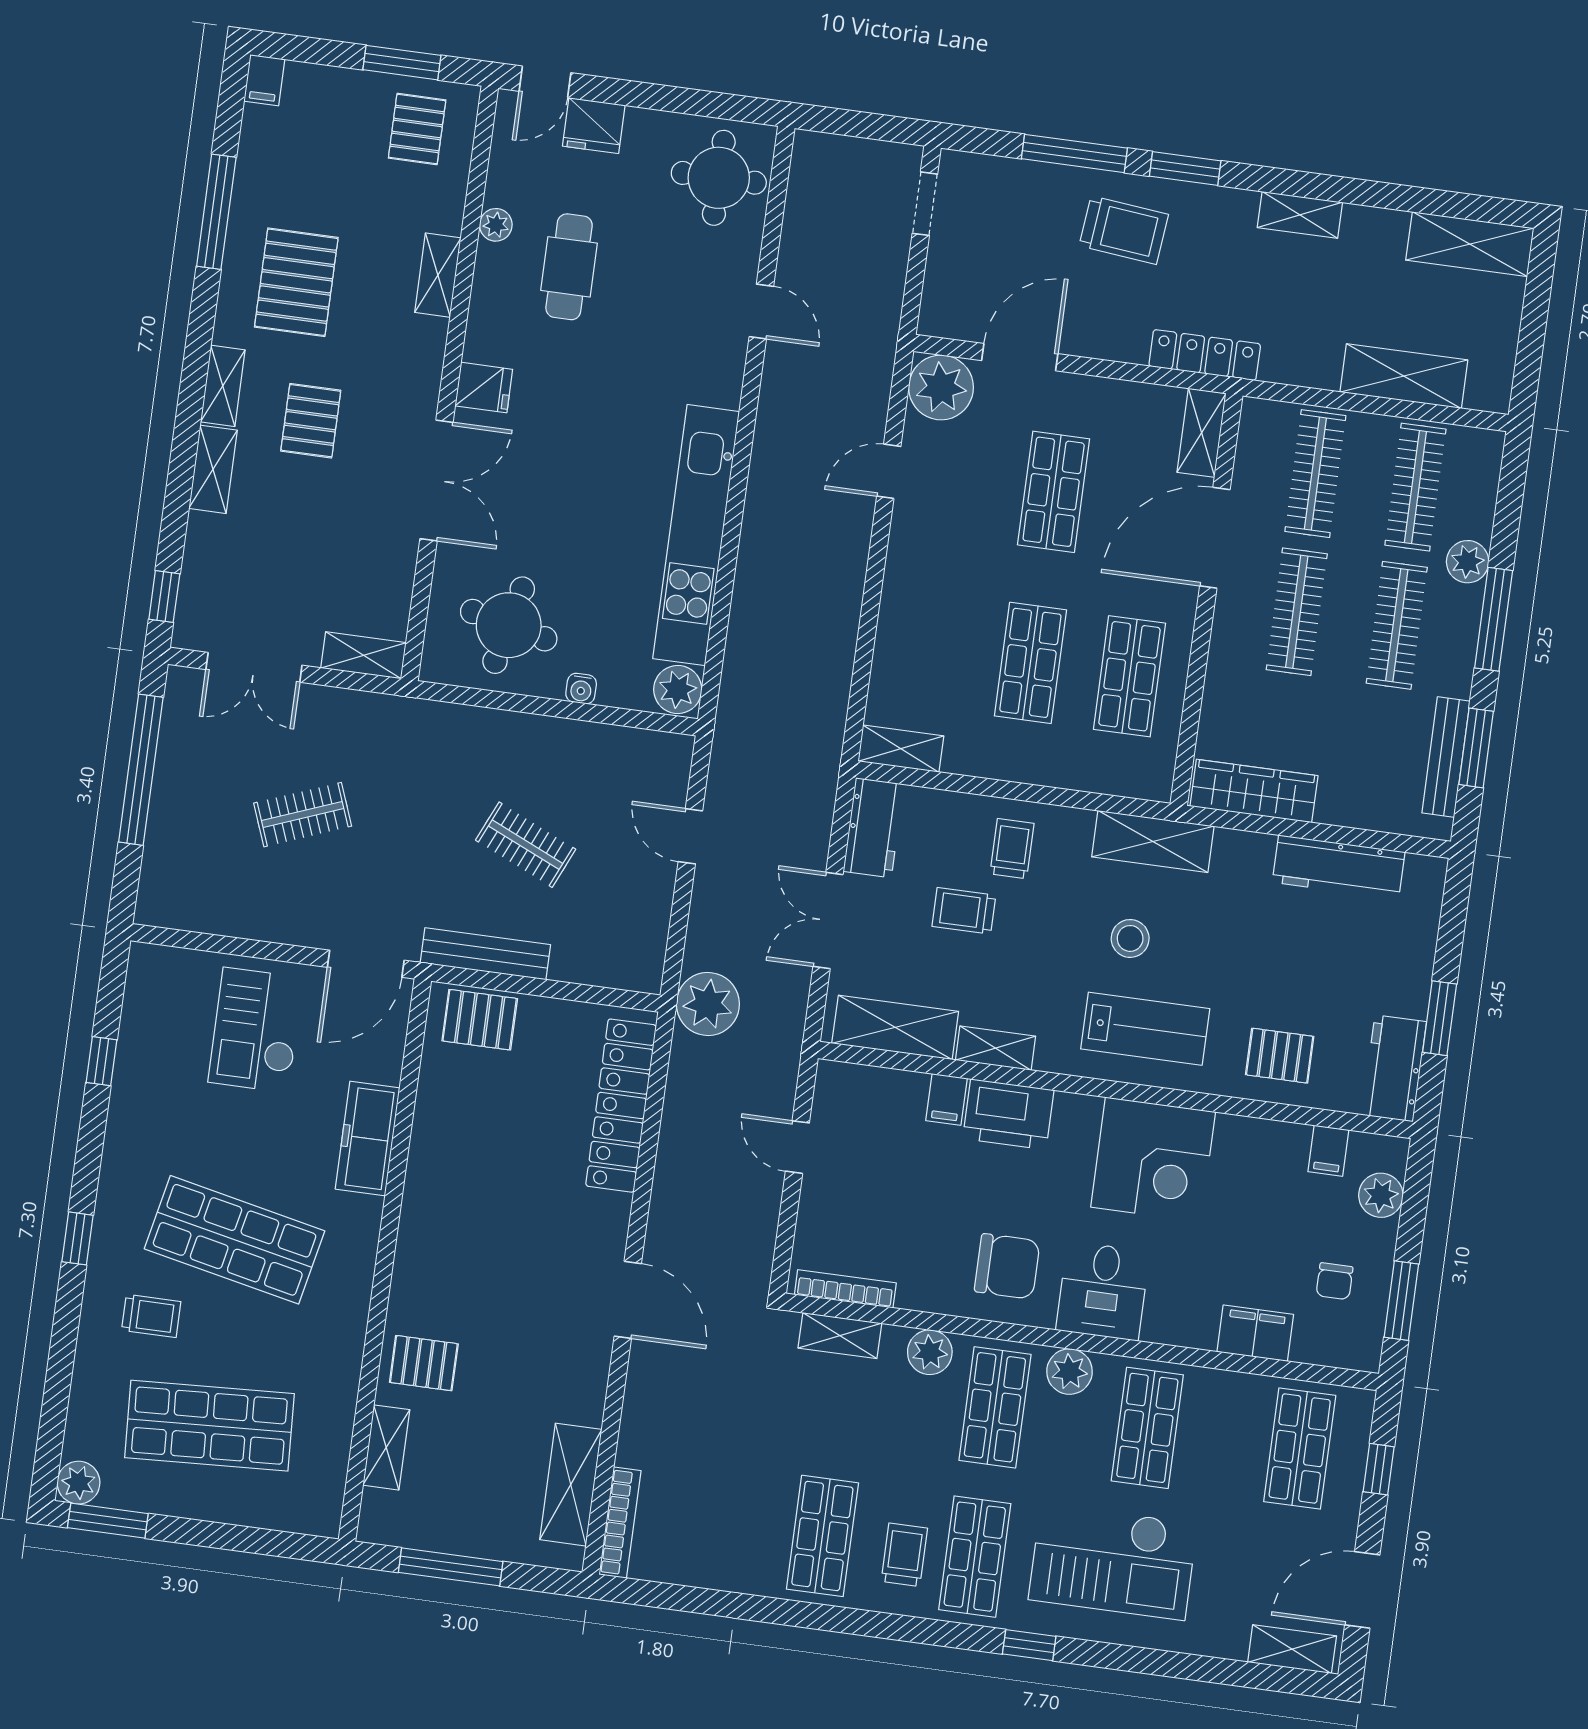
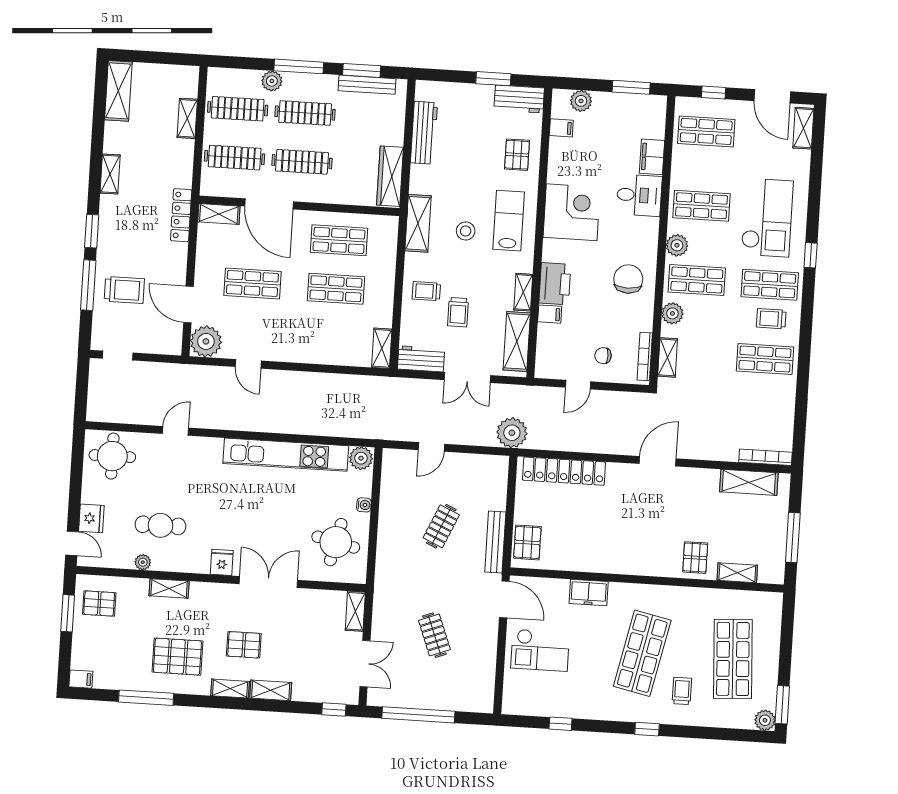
trolley: (1124, 230) -> (124, 290), moved, turned 84
shelving: (1404, 376) -> (187, 118), width x0.67, depth x0.75
freezer: (368, 1139) -> (589, 592), width x0.71
chair: (1335, 1281) -> (603, 356), moved, turned 180
desk: (1103, 1291) -> (639, 195), moved

